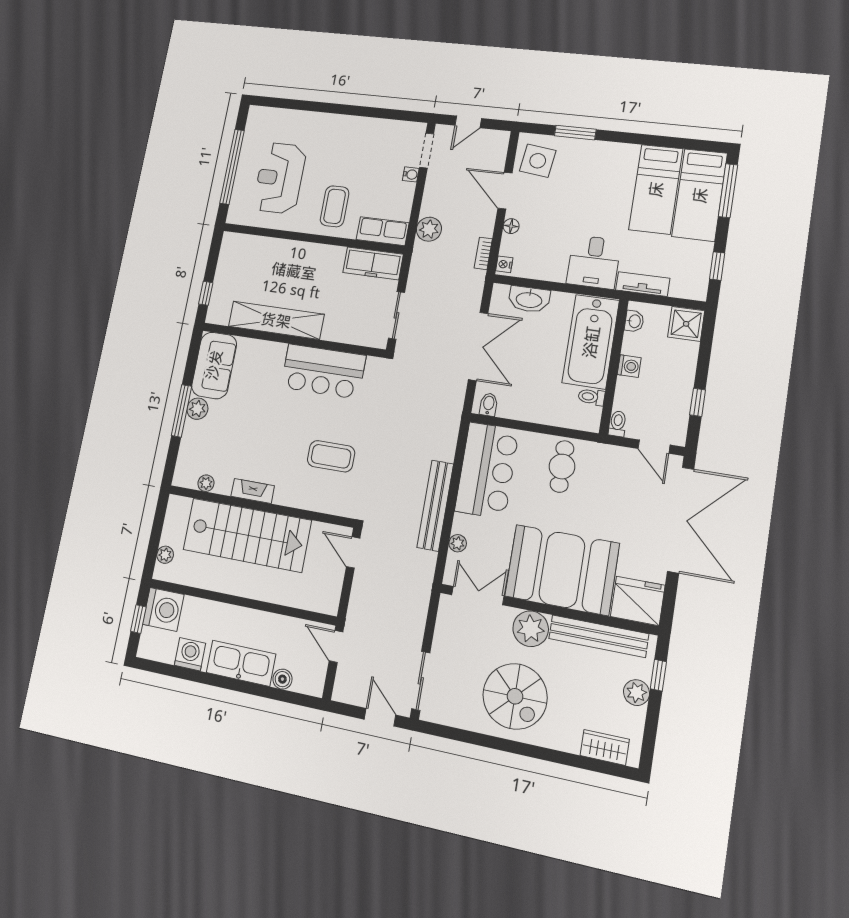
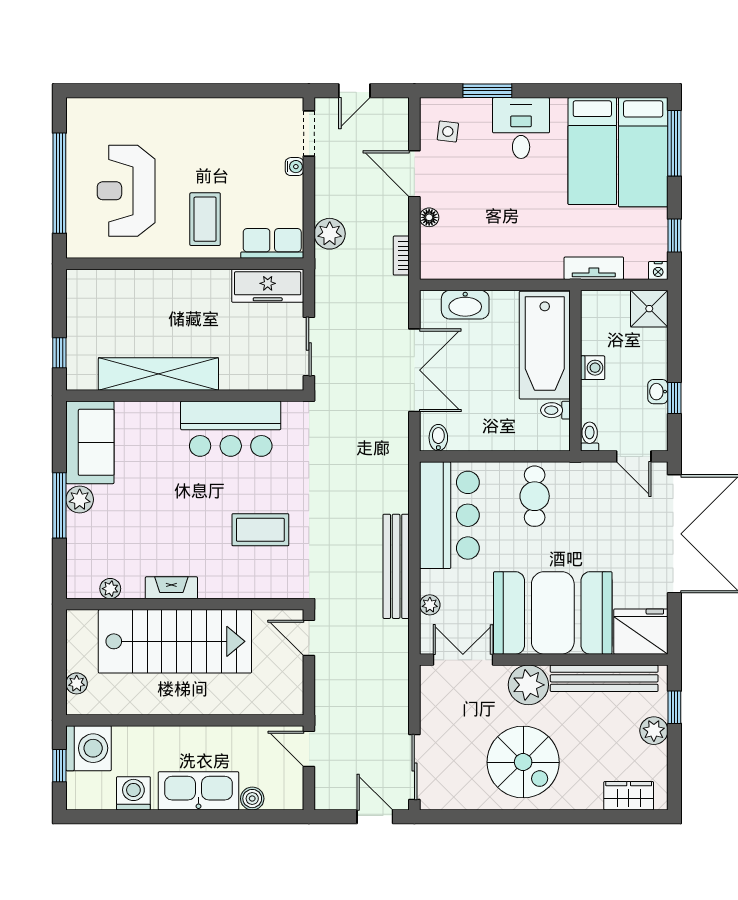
side table: (538, 161) -> (448, 131), width x0.54, depth x0.54
desk: (594, 262) -> (521, 128), moved, turned 180
nightstand: (504, 264) -> (658, 271), moved, turned -90
washbasin: (634, 321) -> (658, 392), moved, turned 180

